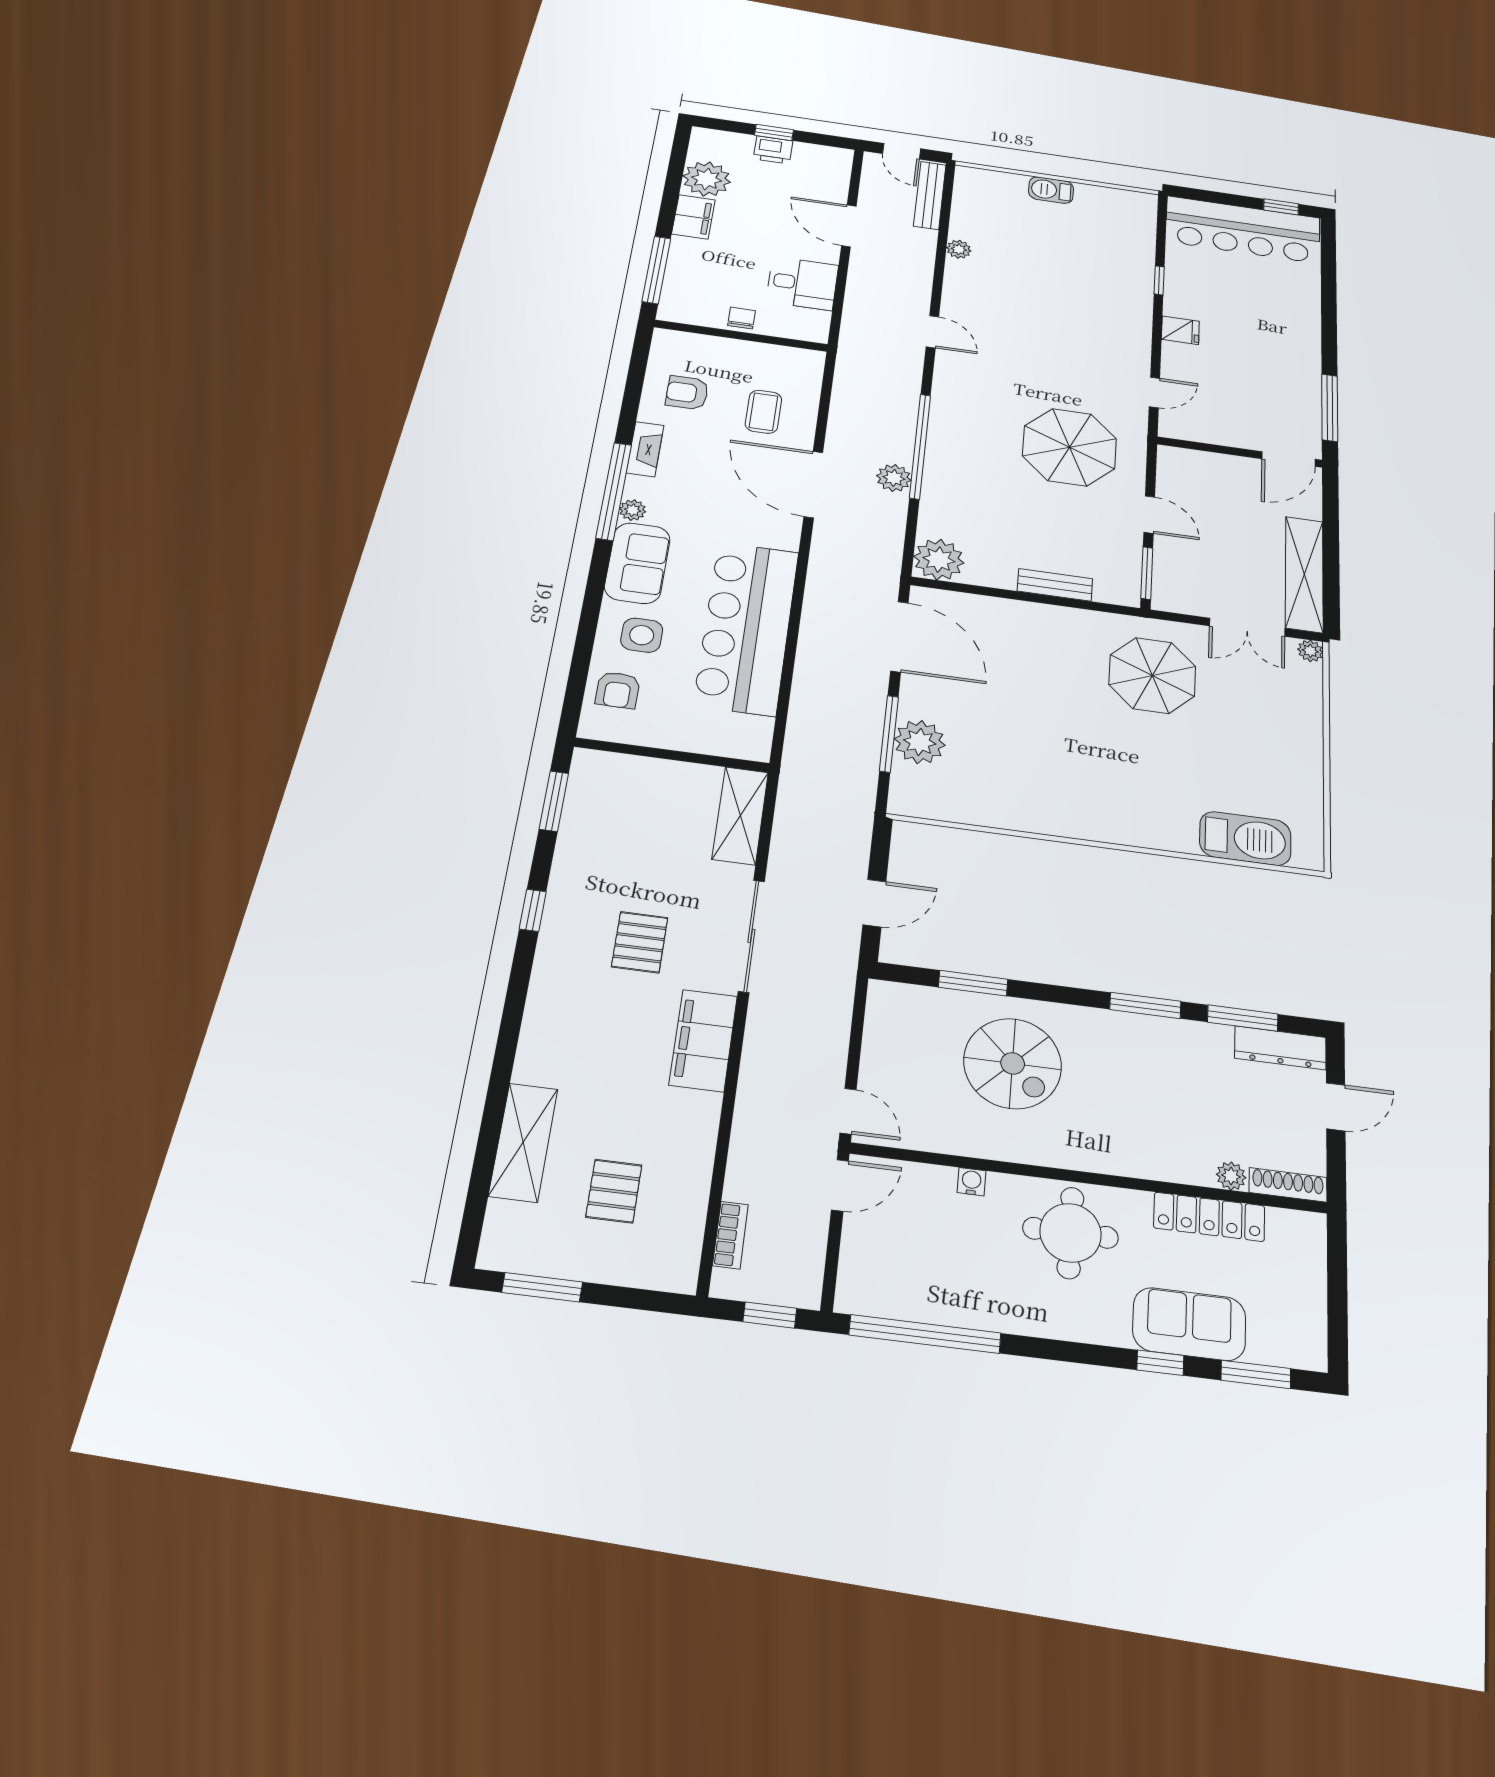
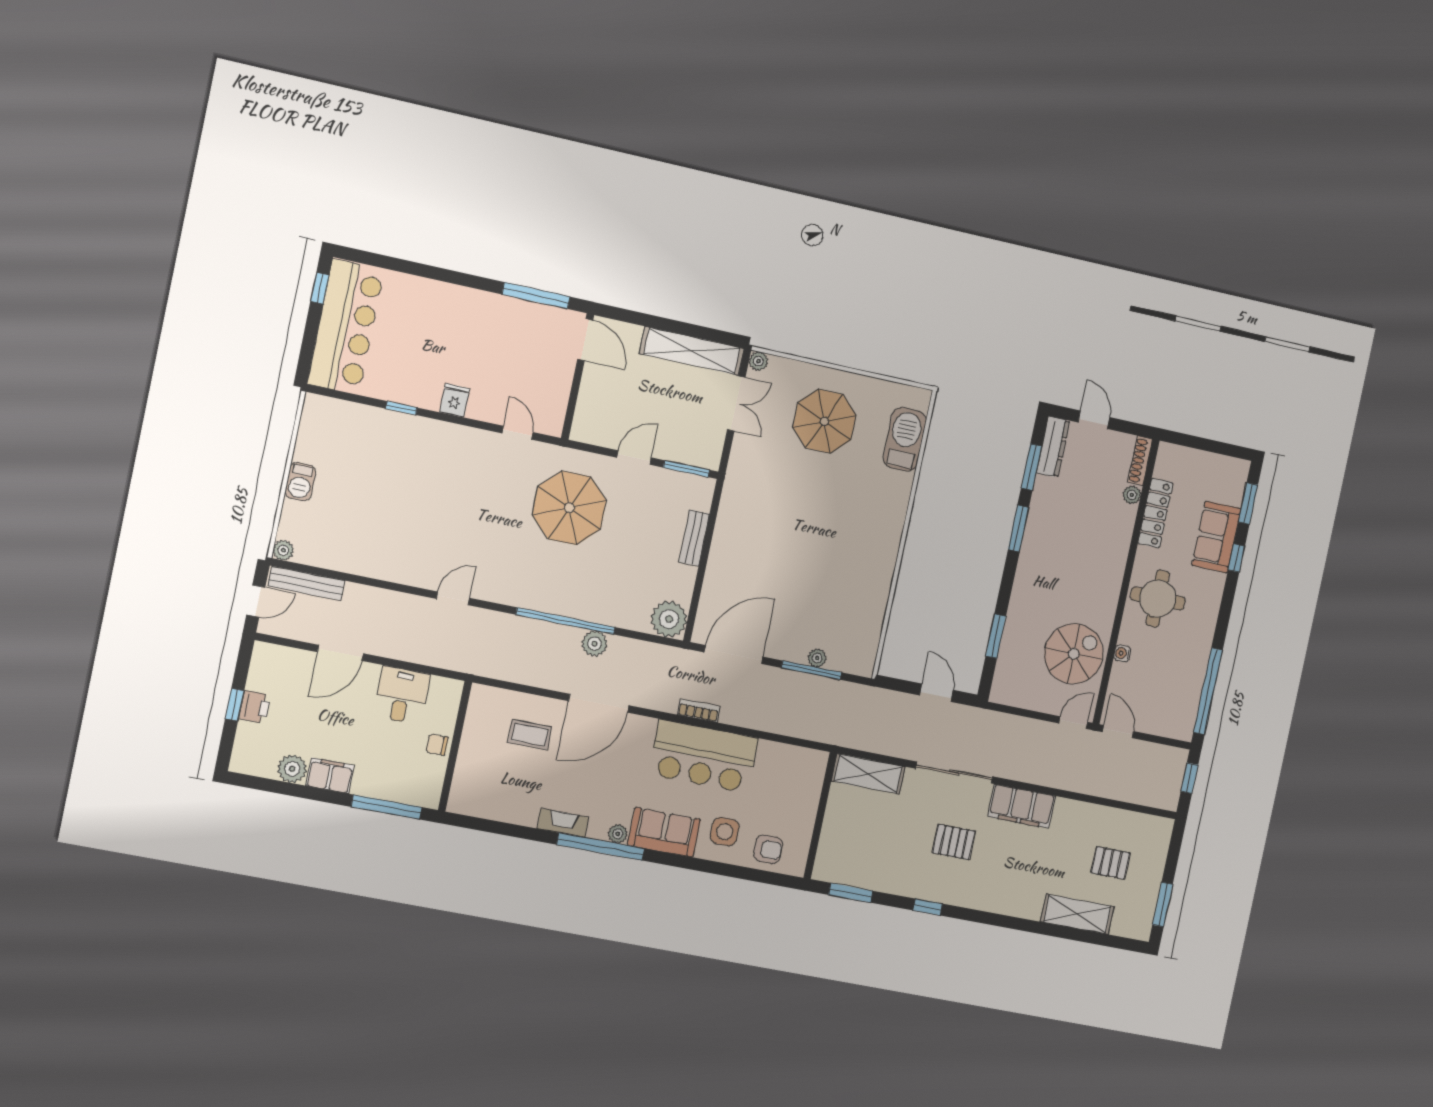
plant: (707, 179) -> (292, 769), width x0.73, depth x0.73
plant: (959, 249) -> (283, 550), moved
armchair: (687, 393) -> (510, 790), removed
bar counter: (747, 628) -> (703, 756), width x0.73
parasol: (1152, 675) -> (824, 421), moved
plant: (920, 742) -> (817, 658), width x0.53, depth x0.53
spiral stairs: (1013, 1063) -> (1074, 654), moved
bookcase: (730, 1235) -> (699, 711), moved

